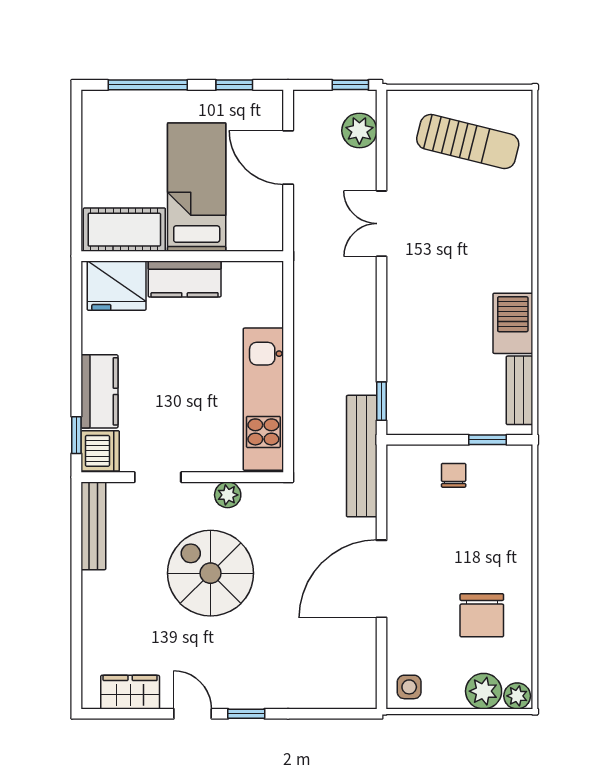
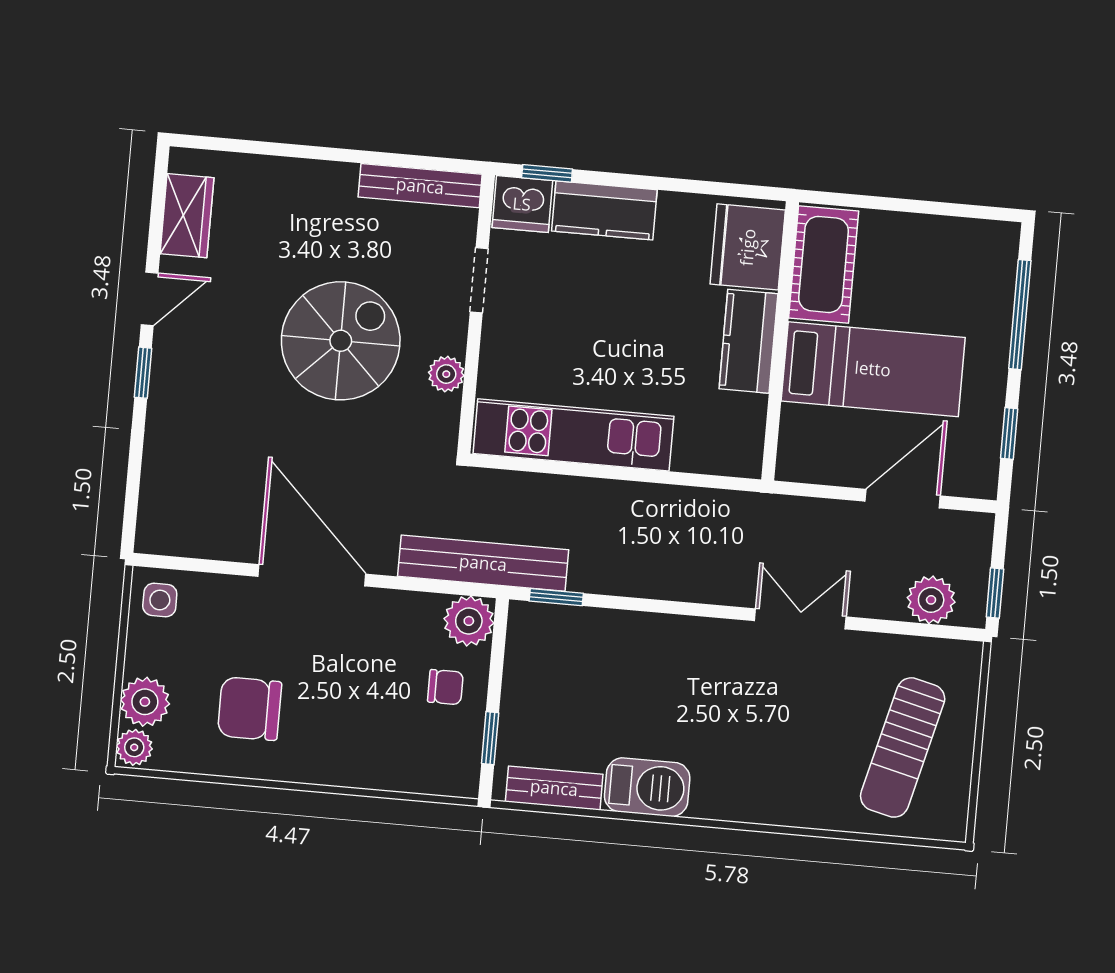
plant: (404, 463) -> (469, 621), added

